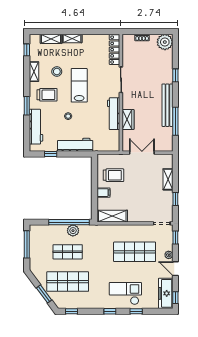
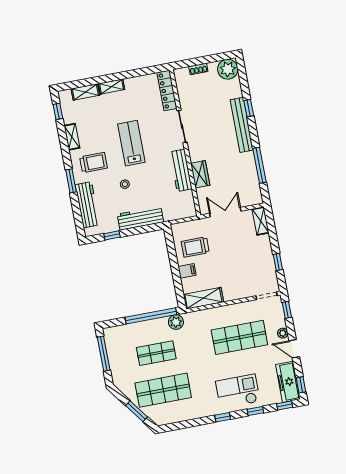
stool: (57, 72) -> (100, 131), removed
bench: (167, 105) -> (242, 125), moved
trolley: (113, 175) -> (195, 247), turned 180
shelving: (168, 179) -> (261, 221), moved
plant: (73, 231) -> (176, 322), moved
window: (71, 311) -> (285, 406), moved

